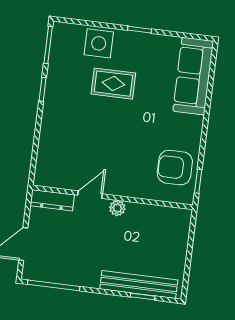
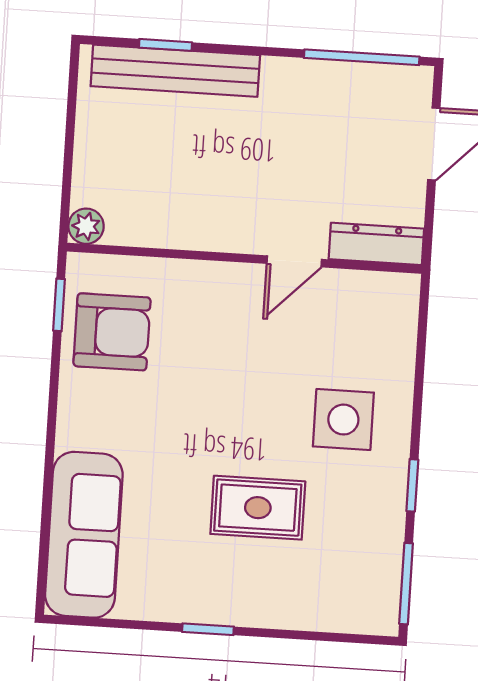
side table: (99, 43) -> (343, 420), moved
plant: (117, 208) -> (86, 226), moved

